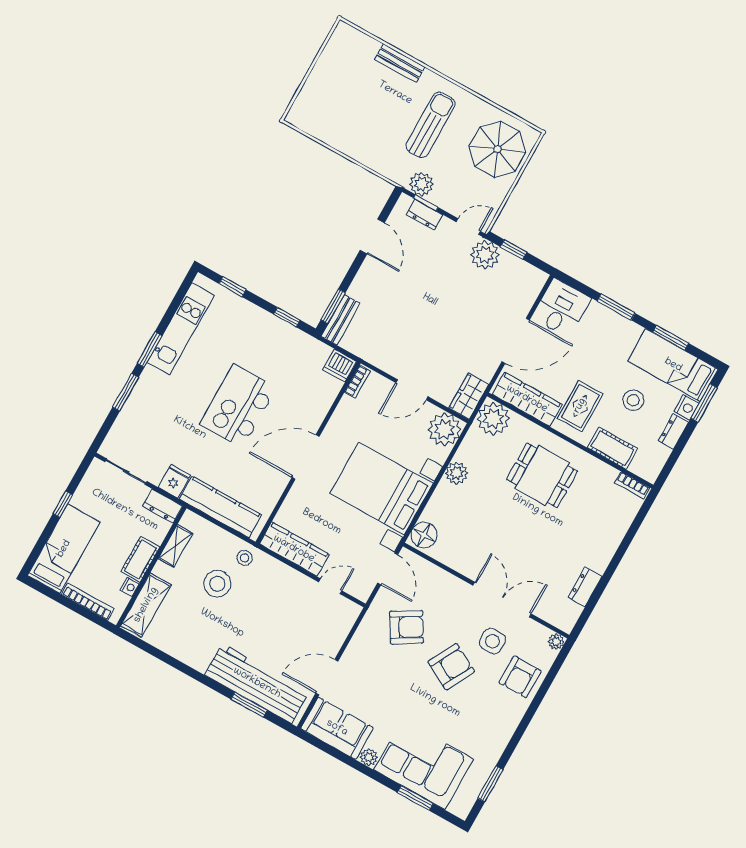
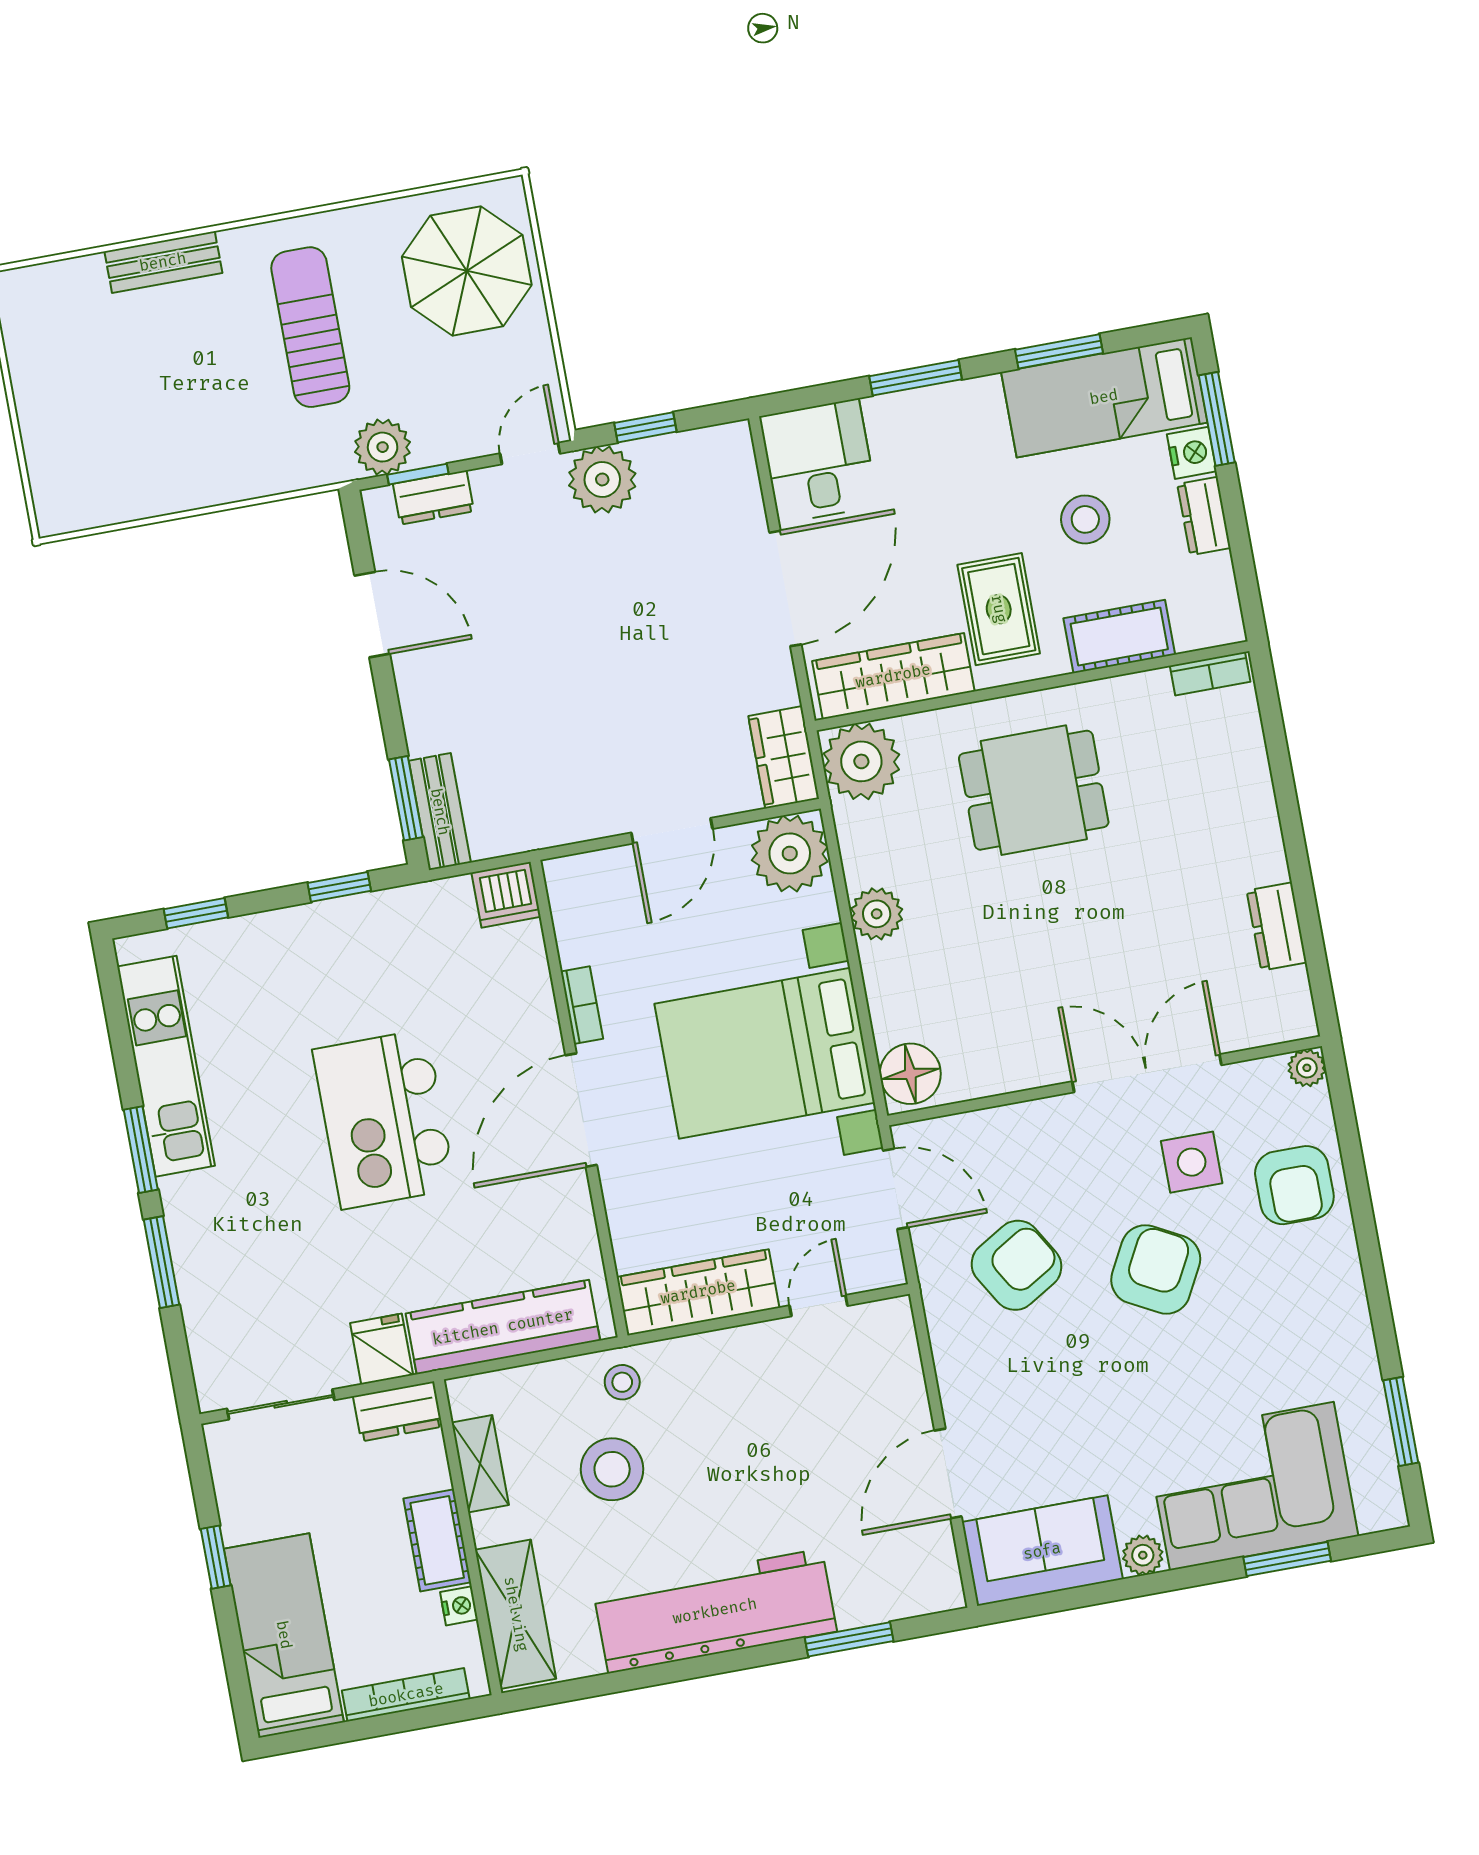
bookcase: (357, 382) -> (582, 1005), moved
workbench: (257, 683) -> (715, 1611), moved

